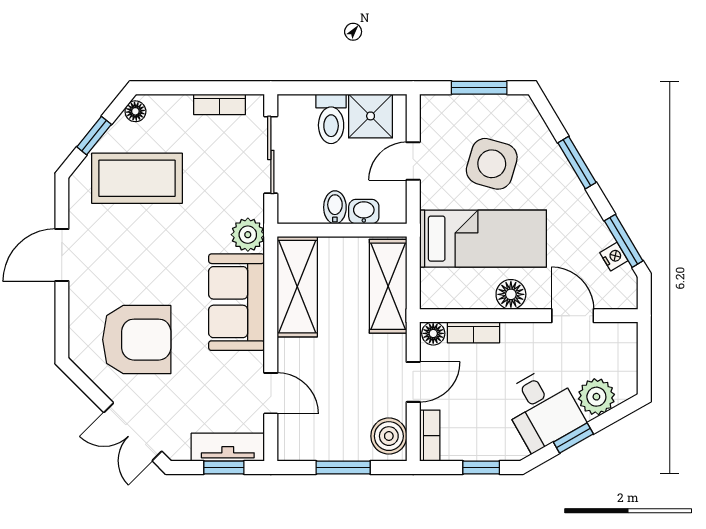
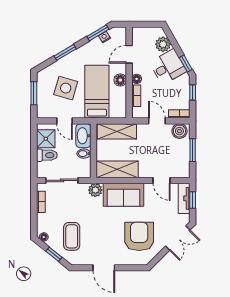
coffee table: (137, 178) -> (72, 236), width x0.73, depth x0.76
washbasin: (364, 212) -> (83, 136), width x1.91, depth x1.45
floor lamp: (433, 333) -> (137, 79), moved
door: (271, 393) -> (162, 180), swing flipped
window: (573, 438) -> (186, 64), moved

